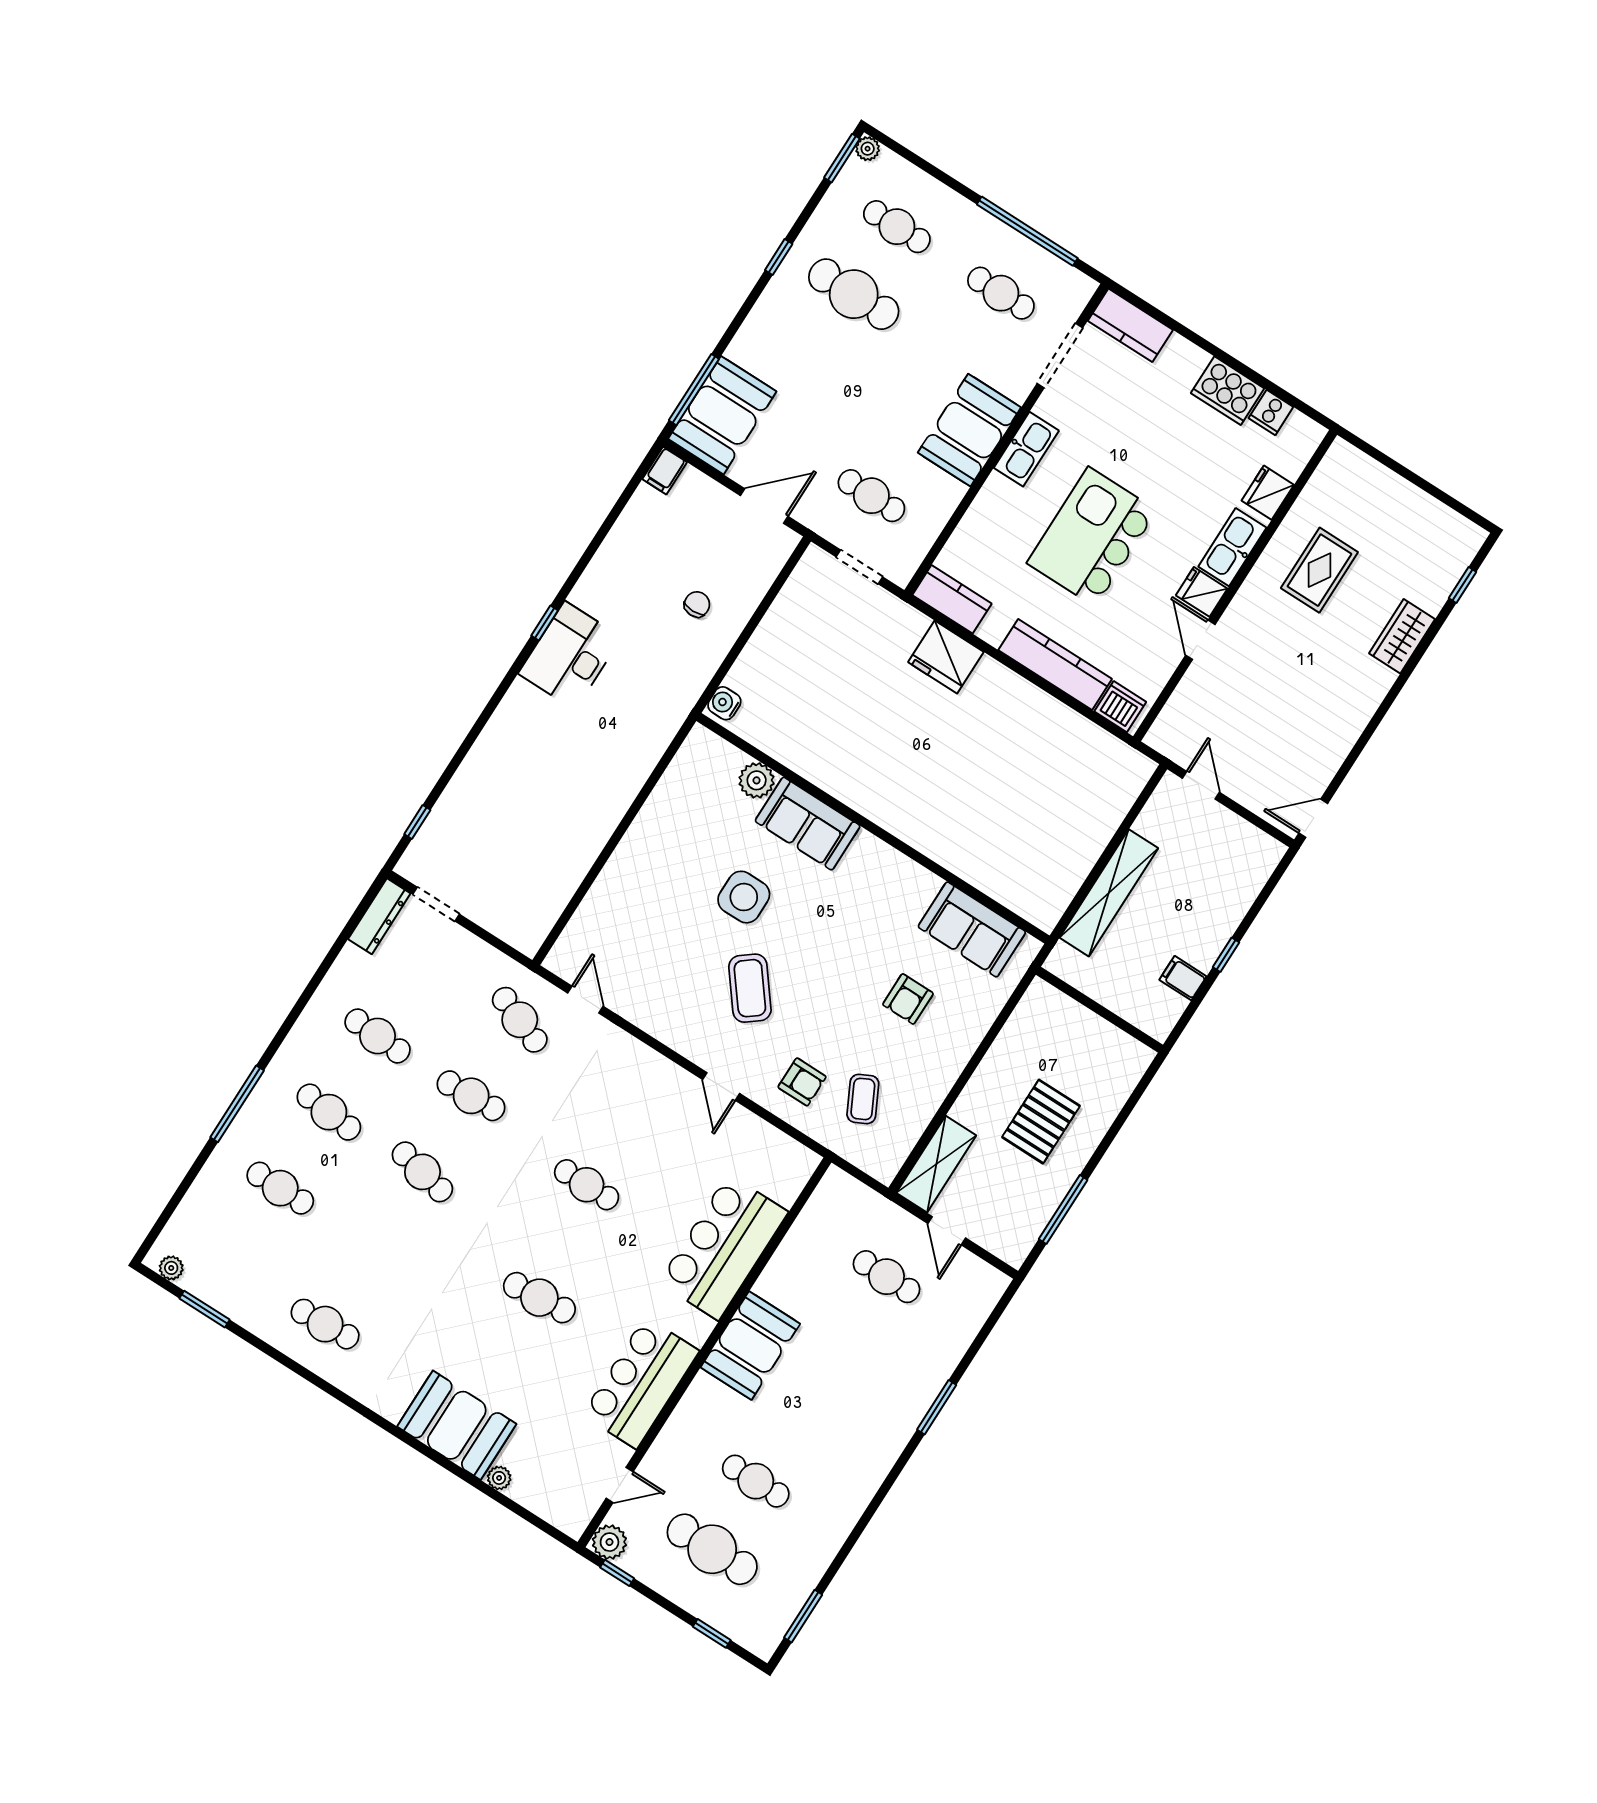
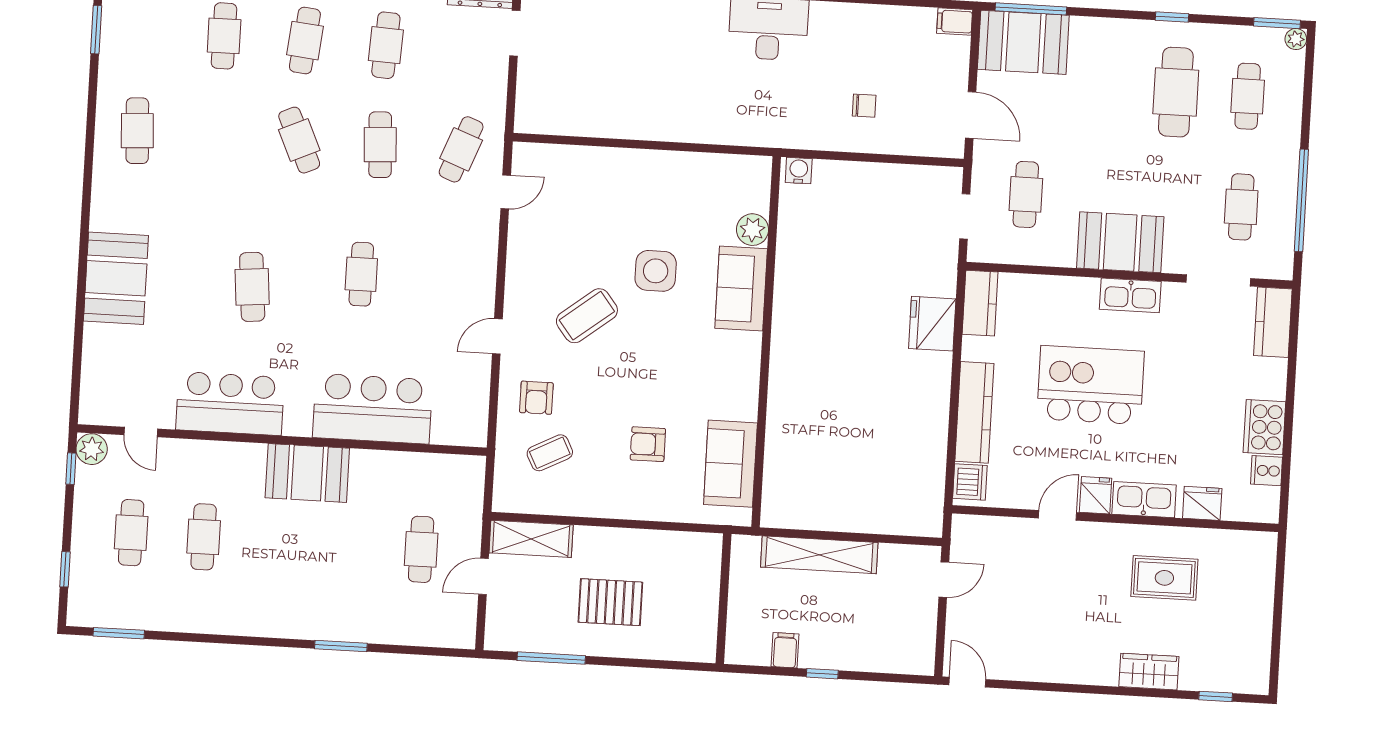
cafe table: (422, 1172) -> (299, 140), turned -36
plant: (499, 1478) -> (93, 335), removed
cafe table: (712, 1549) -> (131, 533), width x0.73, depth x0.74

